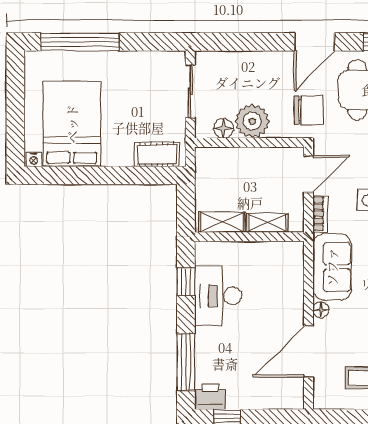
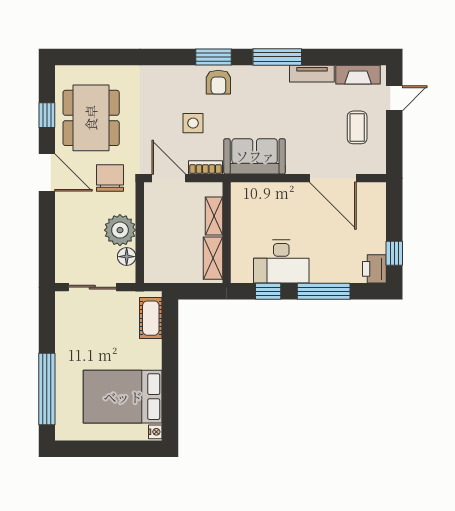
floor lamp: (321, 310) -> (294, 167), removed
window: (186, 362) -> (324, 291), moved

